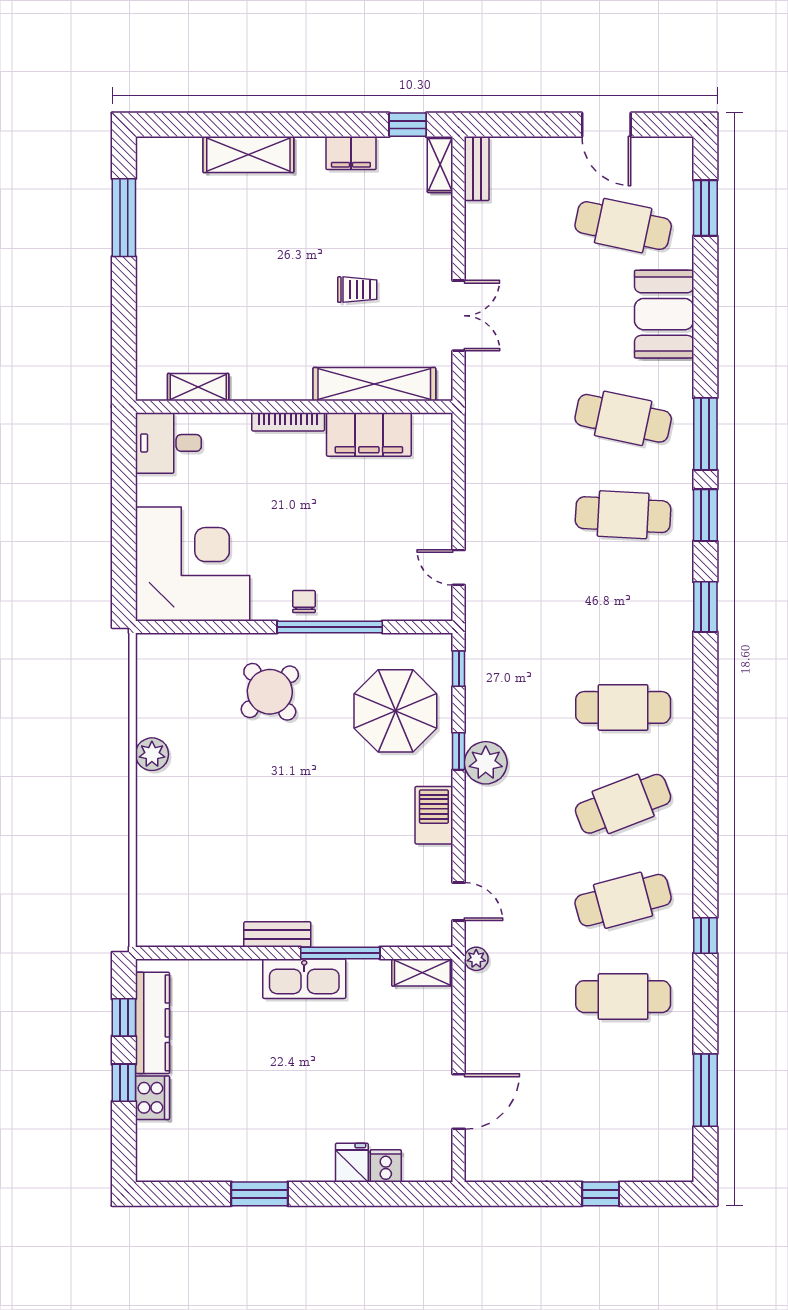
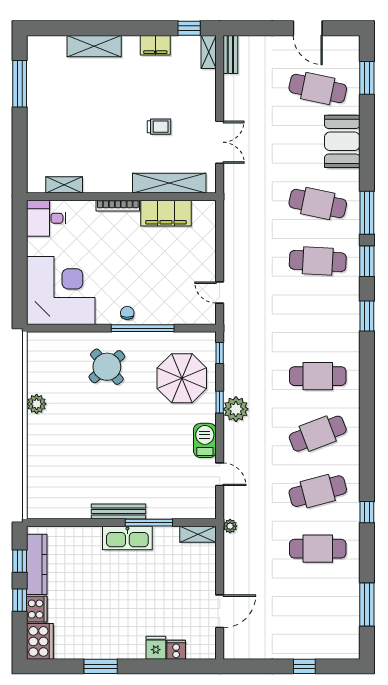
door: (459, 901) -> (220, 474), moved
bench: (277, 934) -> (119, 512), width x1.36
cooker: (158, 1152) -> (40, 641), added

